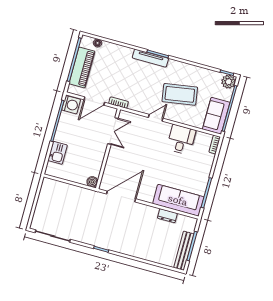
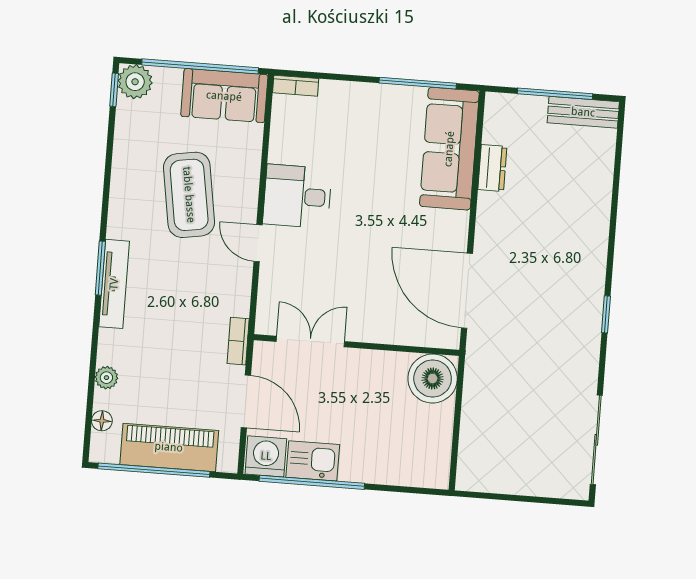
plant: (114, 48) -> (106, 378), added
desk: (181, 140) -> (297, 196), moved
kitchen sink: (58, 153) -> (313, 461), moved
boiler: (92, 182) -> (433, 378), width x1.86, depth x1.86
bench: (184, 251) -> (583, 112), width x0.73

